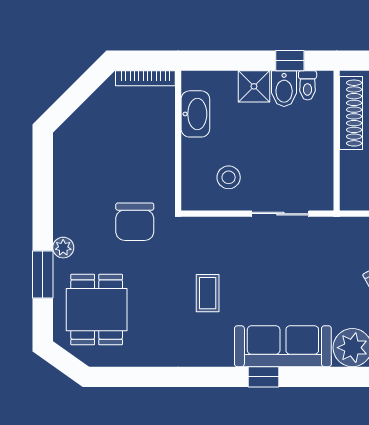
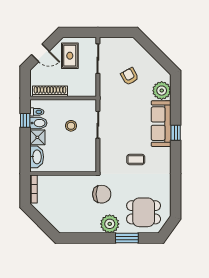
washbasin: (195, 114) -> (37, 157), moved, turned 90
stool: (229, 177) -> (71, 126), moved
plant: (63, 248) -> (110, 224), width x1.88, depth x1.88

